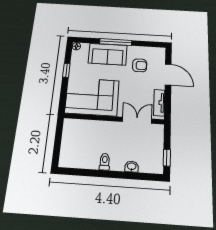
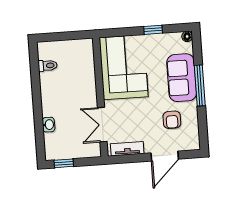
double door: (137, 120) -> (102, 125), swing flipped
toilet: (105, 162) -> (48, 66), moved

